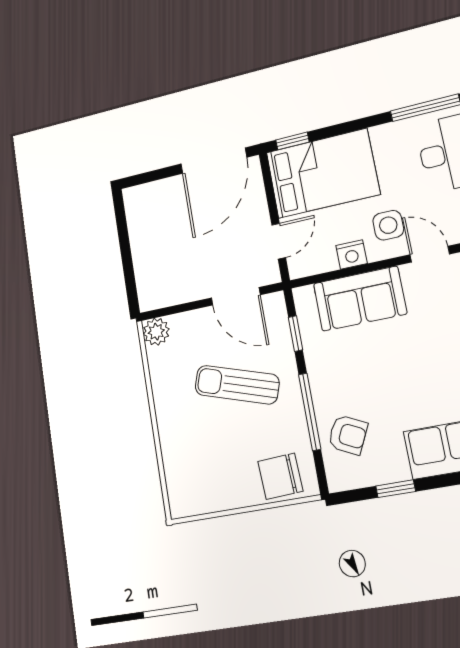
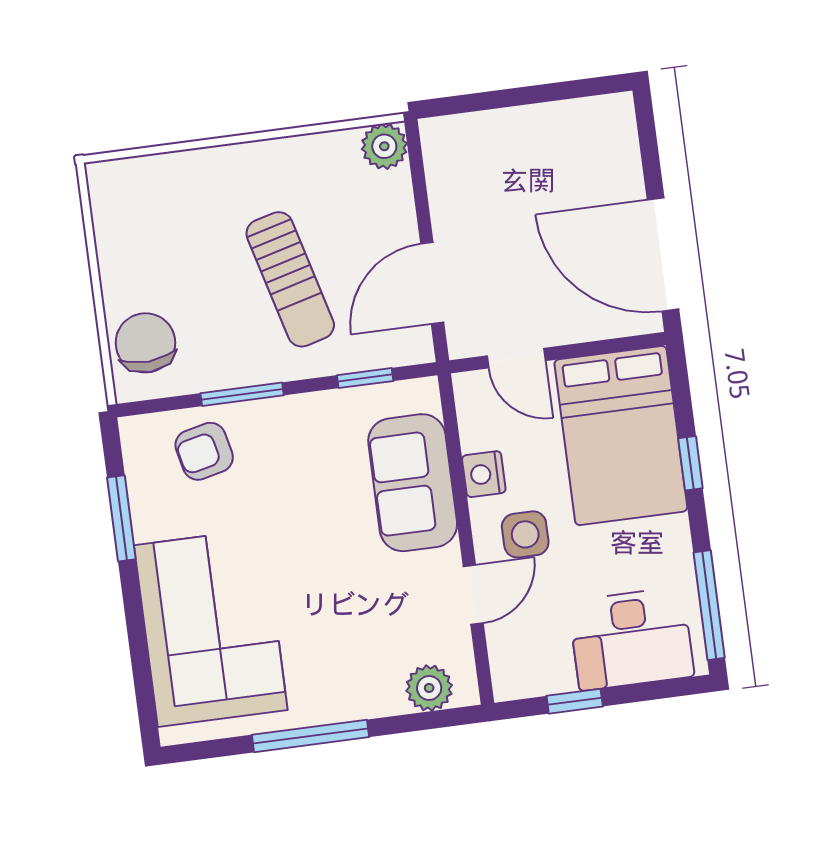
window: (292, 141) -> (690, 463), moved
sun lounger: (237, 385) -> (290, 279), turned 147
window: (310, 412) -> (242, 394), width x0.69
armchair: (348, 435) -> (204, 451), turned 51
window: (396, 489) -> (121, 518), width x1.50

